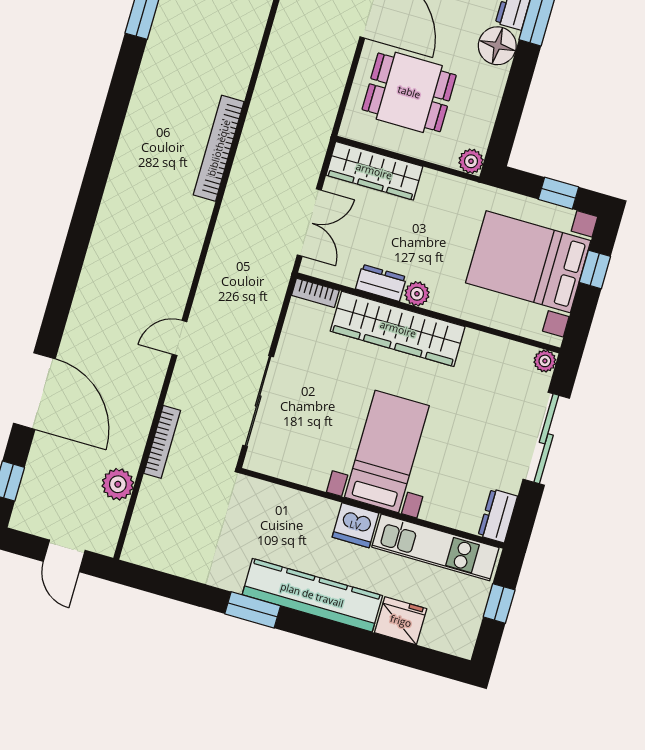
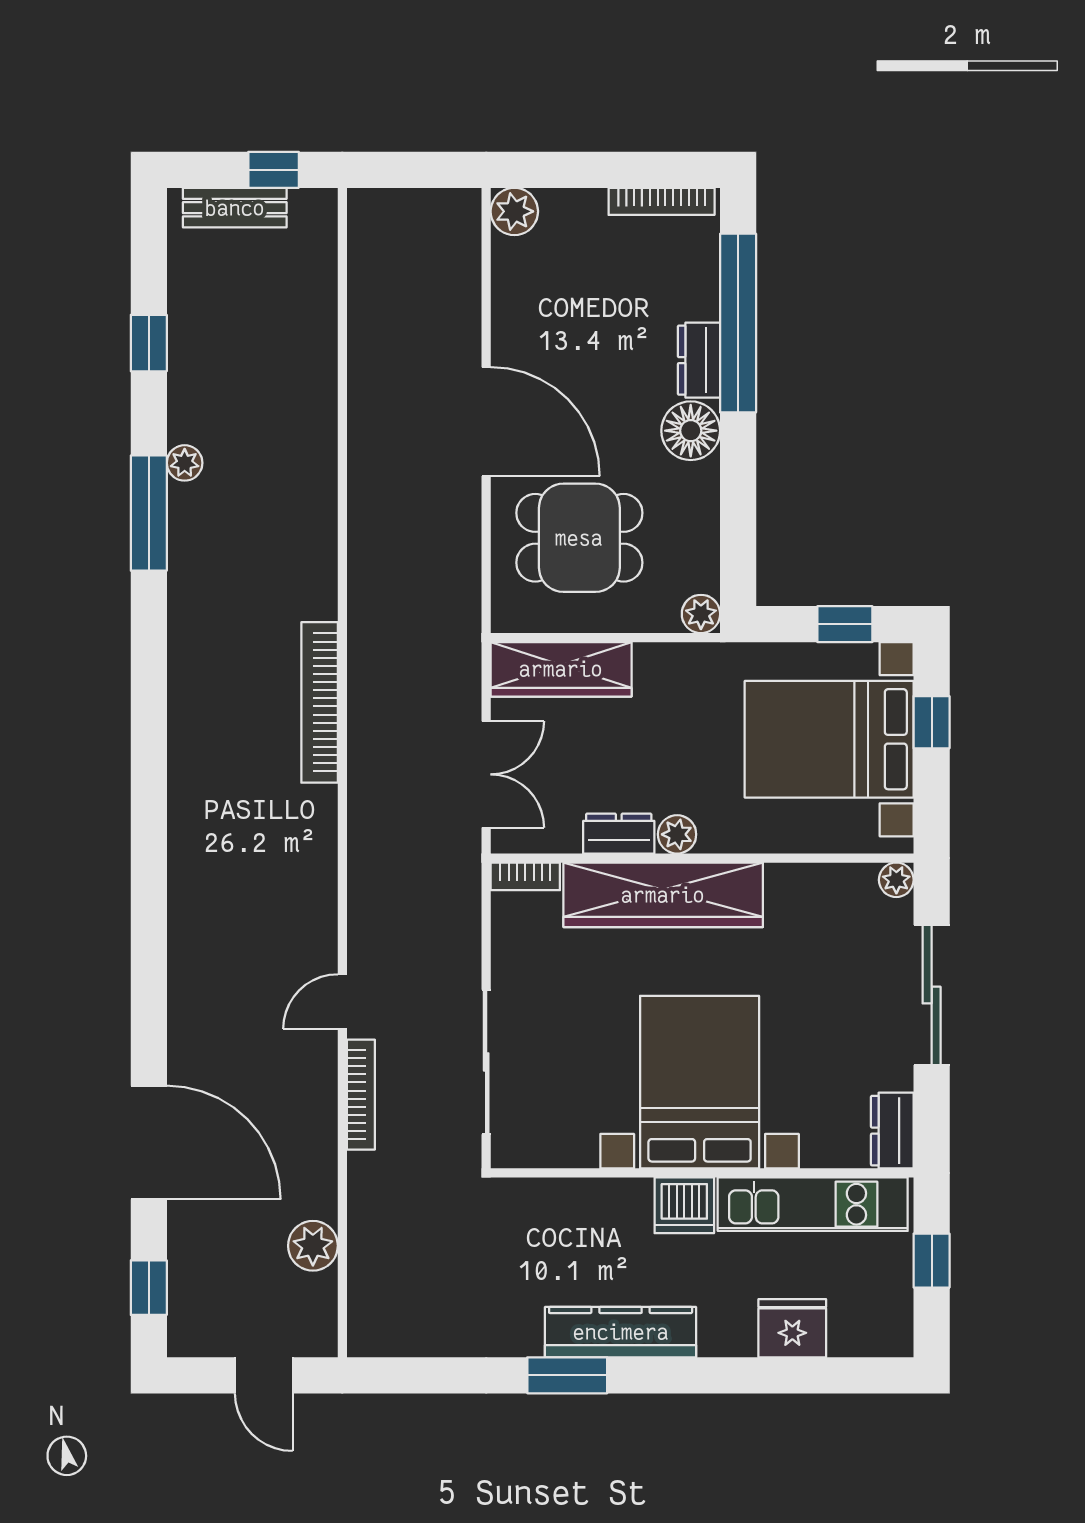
bookcase: (162, 442) -> (361, 1095), moved
bed with nightstands: (387, 451) -> (700, 1082), width x1.36
kitchen counter: (312, 595) -> (621, 1332), width x0.72, depth x0.86

